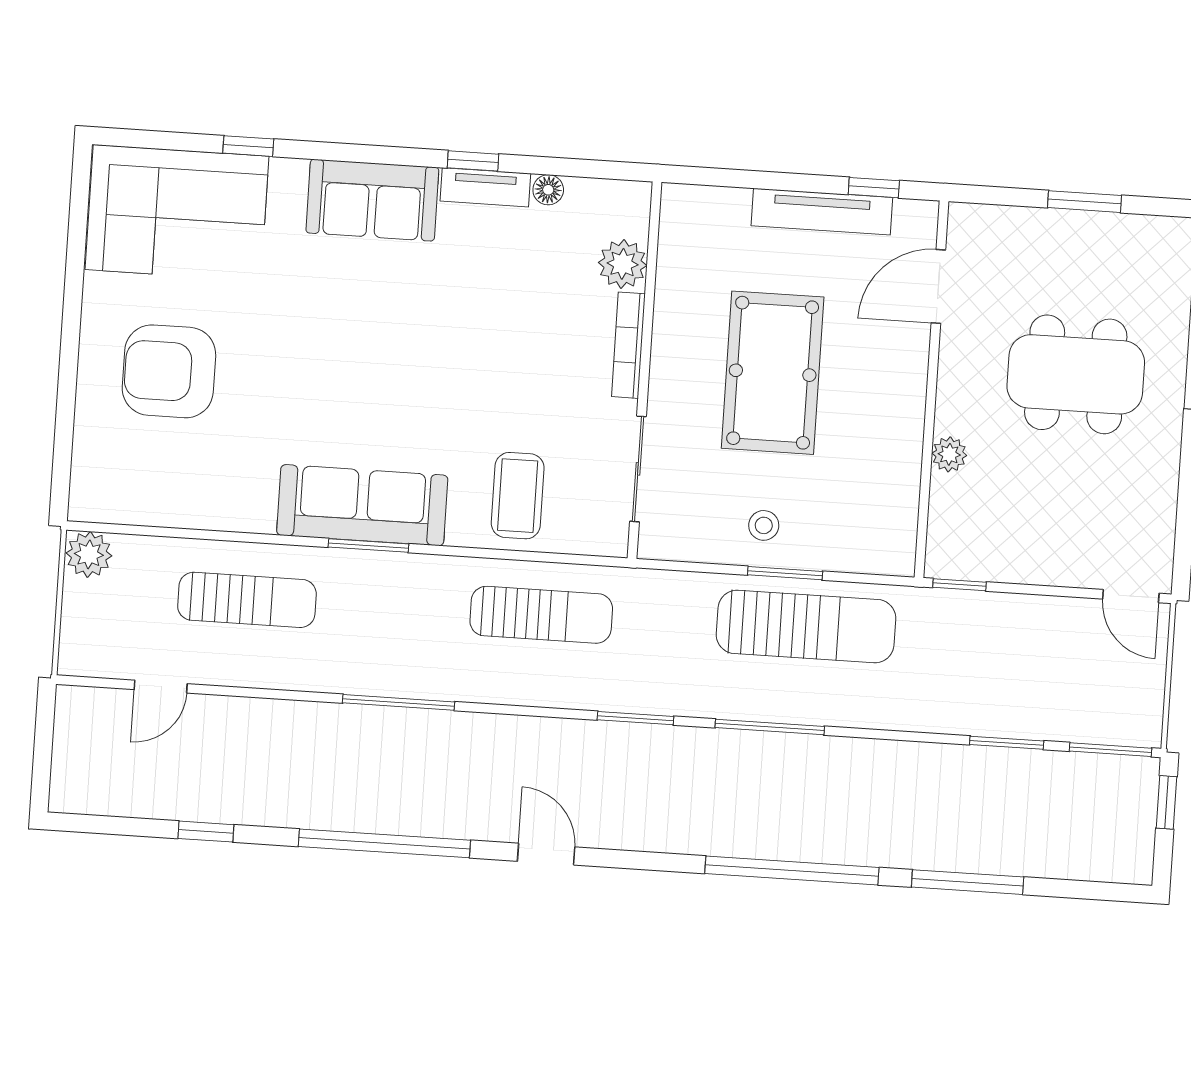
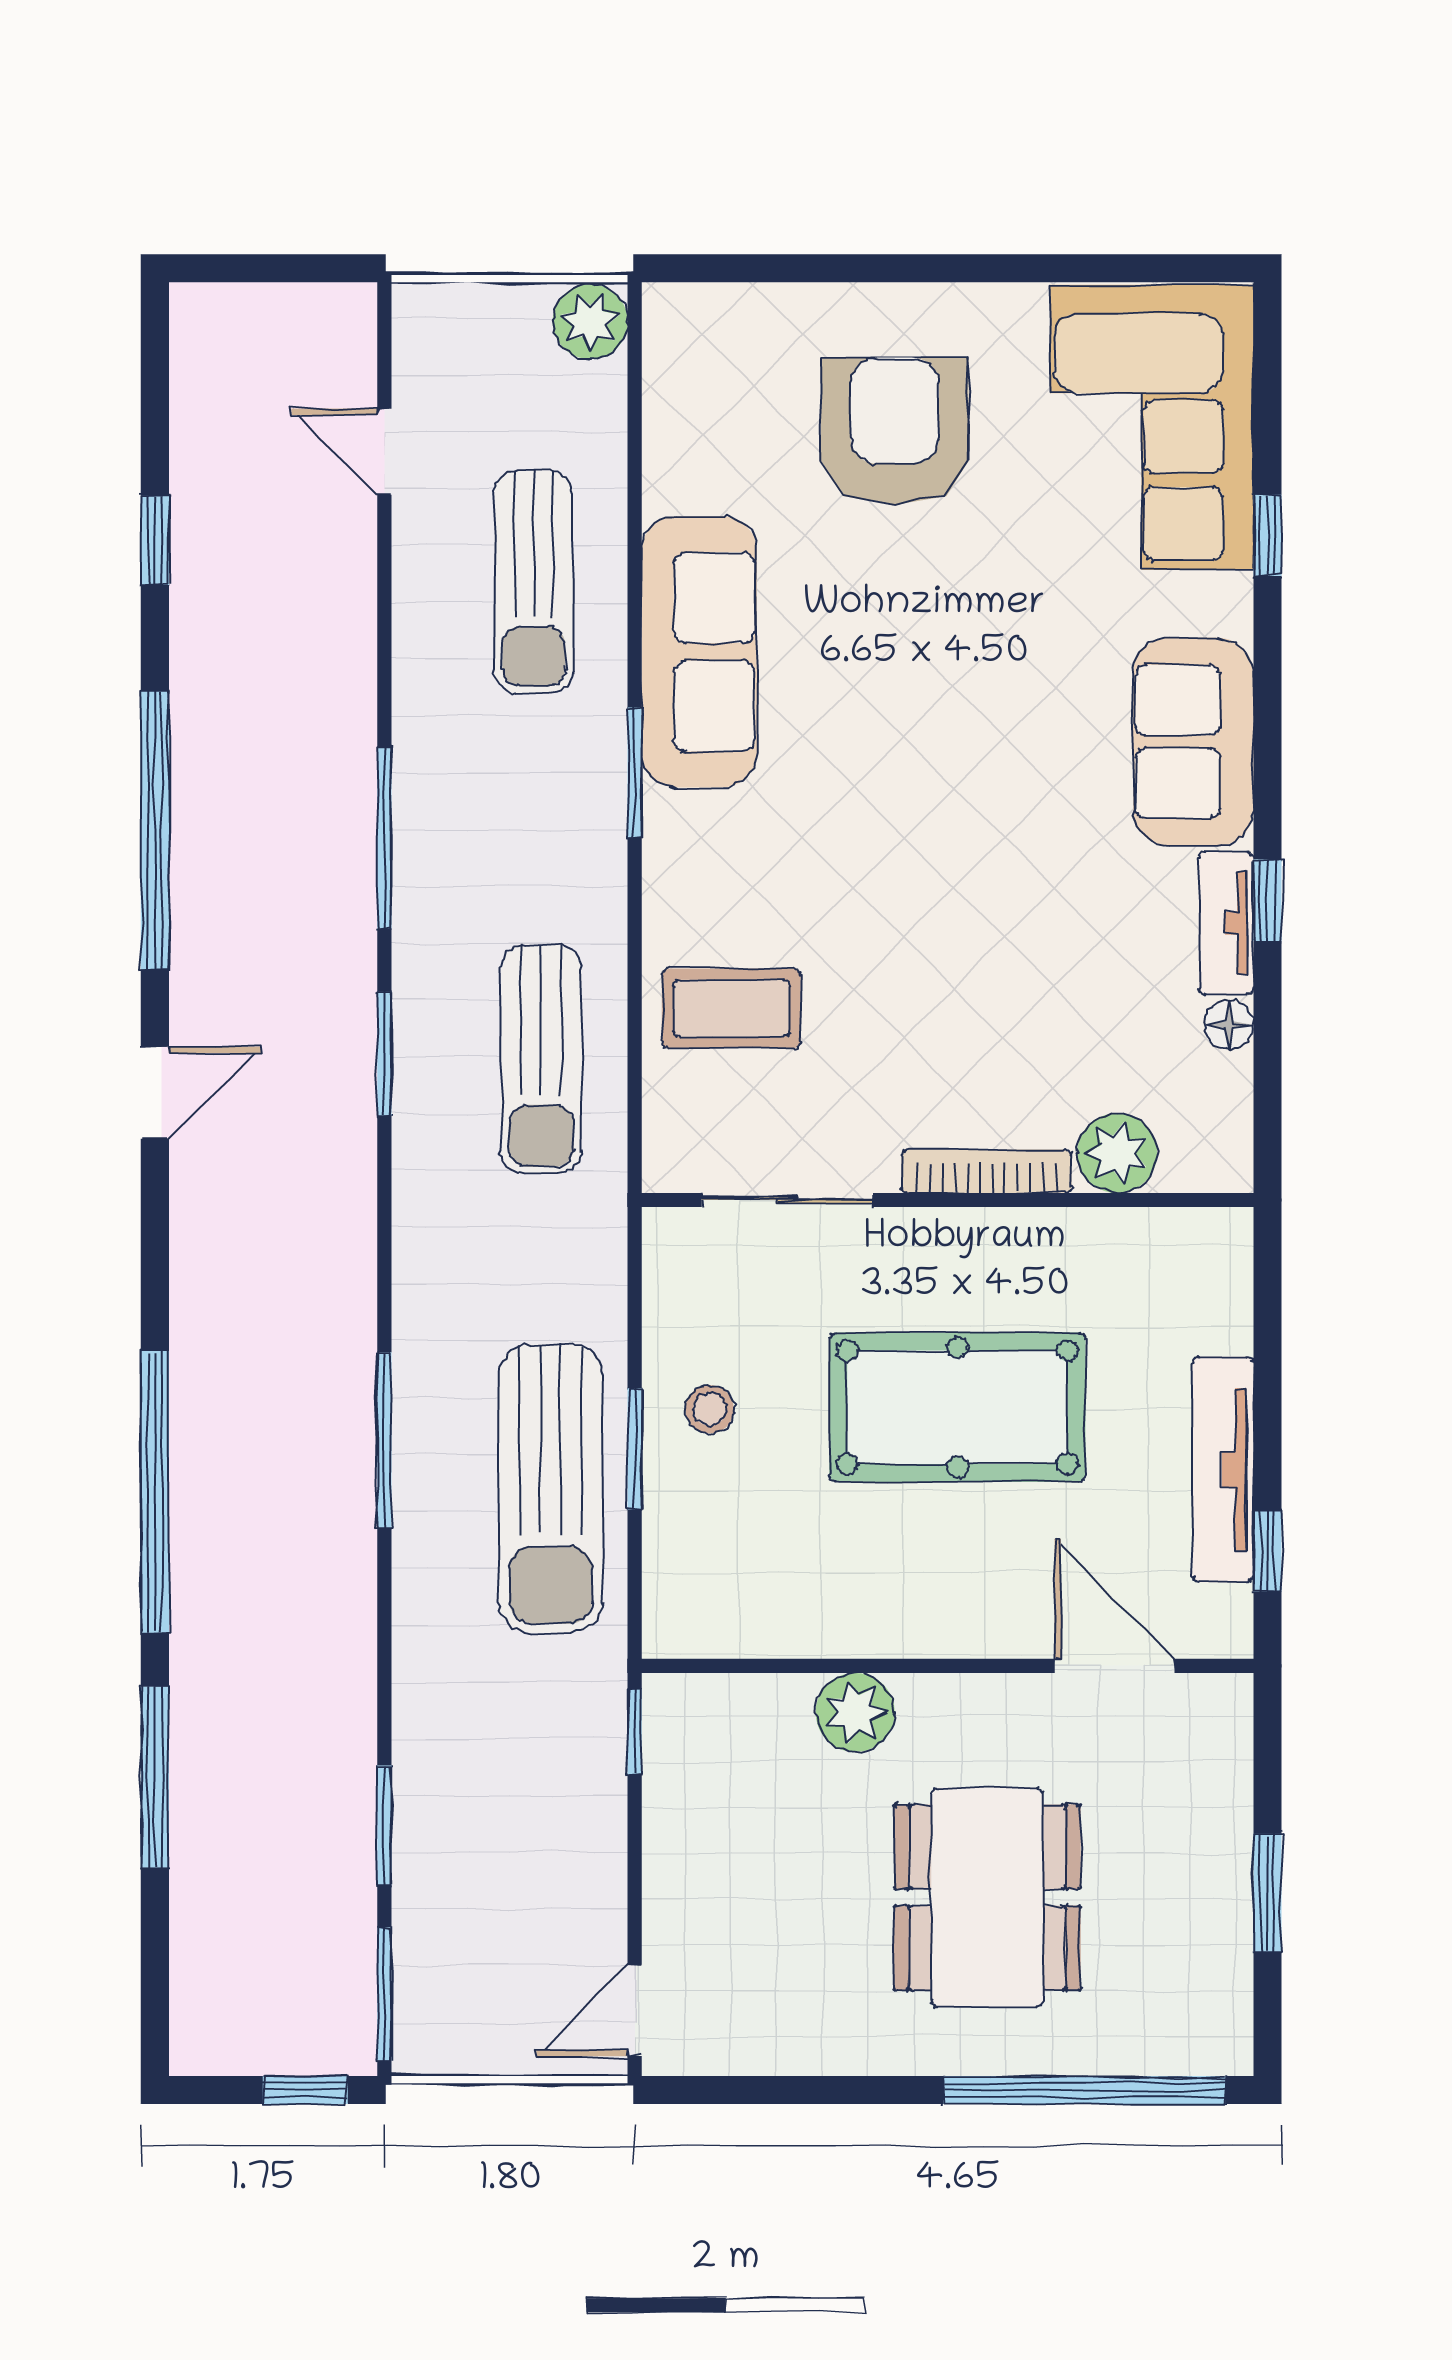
plant: (949, 454) -> (855, 1712), width x1.38, depth x1.38
sofa: (362, 505) -> (699, 652), moved
window: (635, 718) -> (384, 1053), moved

